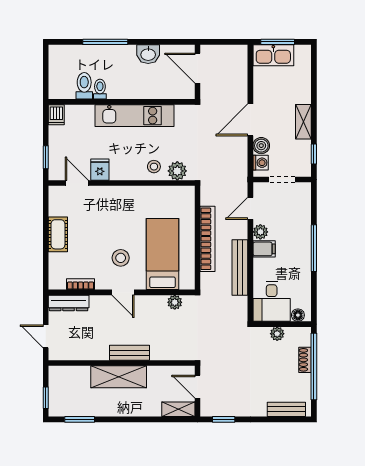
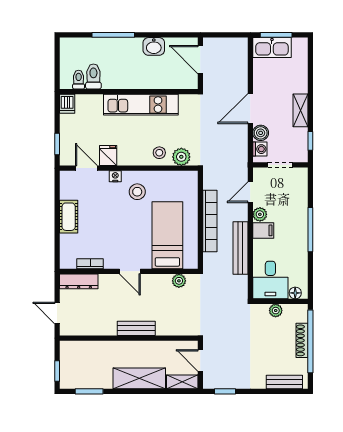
toilet: (100, 89) -> (79, 80), moved
nightstand: (107, 192) -> (115, 176), added
stool: (121, 258) -> (137, 192), moved
shoe rack: (305, 360) -> (302, 340), width x1.43
shelving: (119, 377) -> (139, 378), moved

